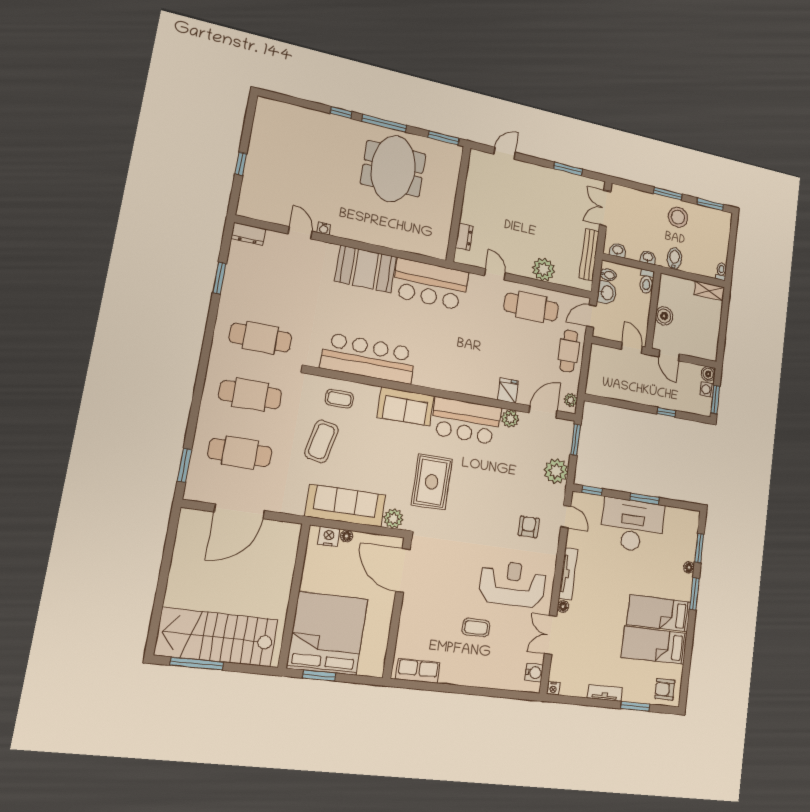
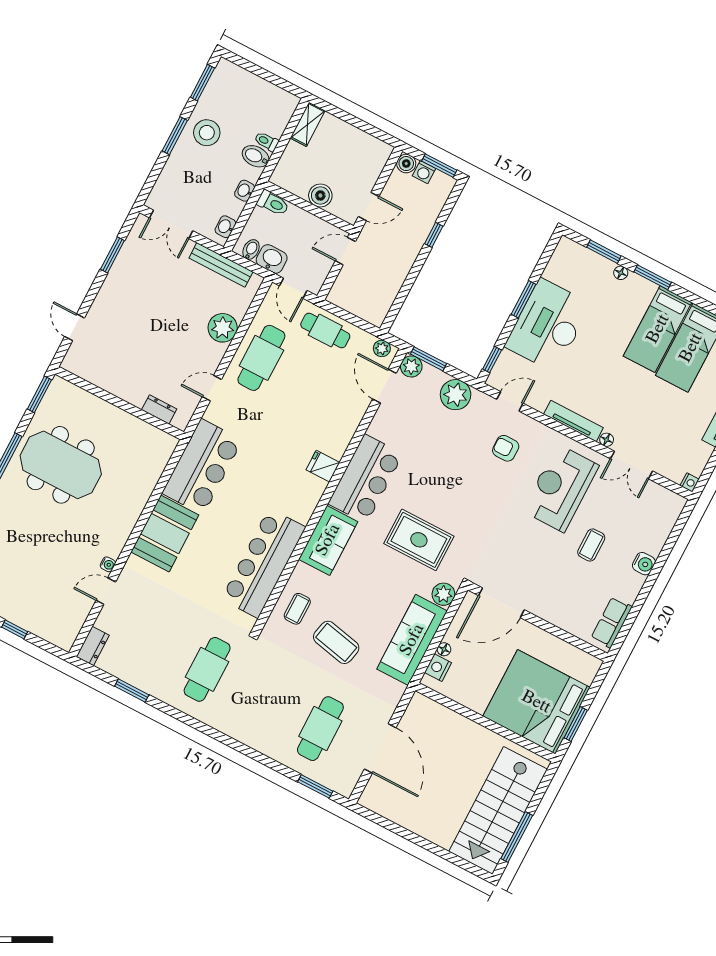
toilet: (721, 271) -> (266, 141), moved
fridge: (508, 391) -> (323, 466), moved
cafe table: (250, 395) -> (264, 699), removed
plant: (510, 419) -> (411, 366), moved
water cooler: (534, 672) -> (644, 564), moved, turned 90

